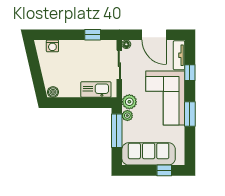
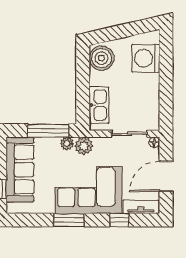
window: (93, 35) -> (166, 101), removed
washing machine: (52, 46) -> (146, 58), width x1.89, depth x1.89
boiler: (53, 92) -> (101, 58), width x1.86, depth x1.86

